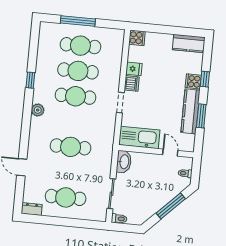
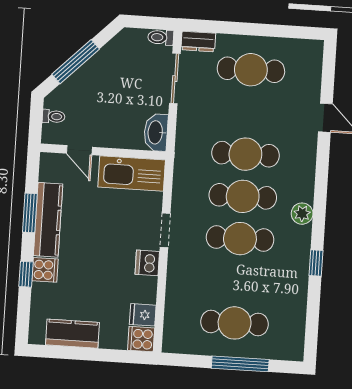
kitchen counter: (189, 43) -> (72, 334), moved
fridge: (134, 69) -> (143, 315), moved
cafe table: (78, 71) -> (243, 196), moved
dresser: (32, 209) -> (198, 42), moved

